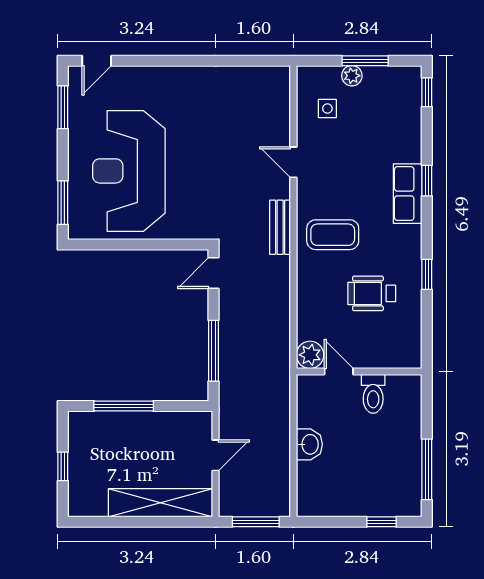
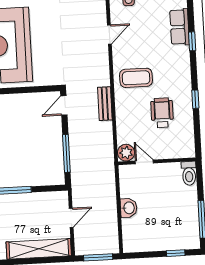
door: (293, 162) -> (109, 34), swing flipped
row of seats: (408, 194) -> (180, 27), moved
bench: (280, 227) -> (105, 104), moved
wheelchair: (372, 293) -> (162, 113), turned 90
toilet: (373, 394) -> (189, 173), moved

